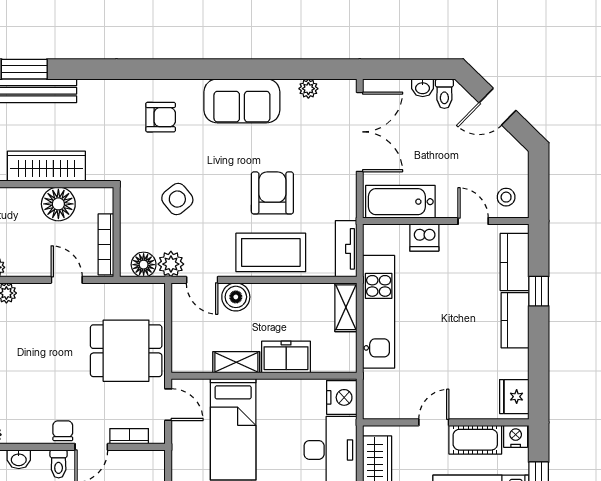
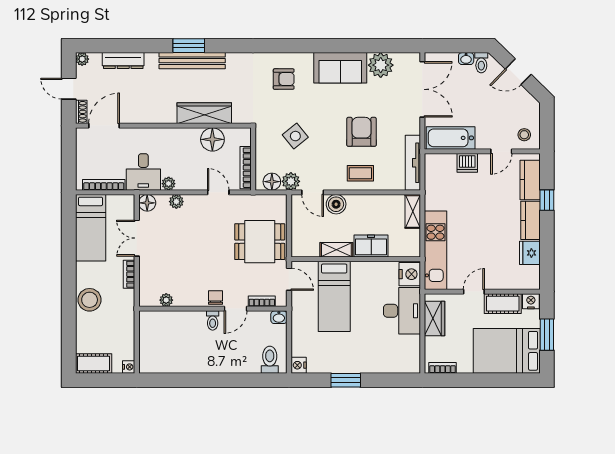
plant: (308, 89) -> (381, 65), width x1.87, depth x1.87
door: (473, 221) -> (501, 151), swing flipped
tv unit: (346, 249) -> (413, 163), width x1.41
coffee table: (271, 252) -> (360, 173), width x0.54, depth x0.58
kitchen unit: (379, 312) -> (435, 250), moved
fridge: (514, 397) -> (530, 253), moved
washbasin: (19, 459) -> (279, 317), moved

